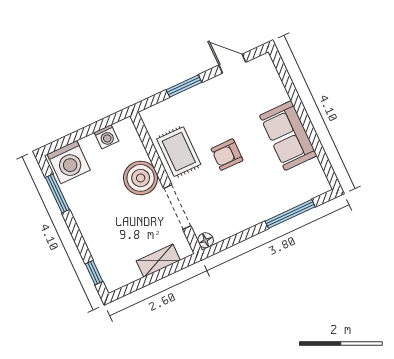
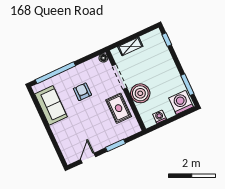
door: (232, 64) -> (88, 158), swing flipped
sofa: (288, 136) -> (51, 105), moved
armchair: (227, 155) -> (82, 92), moved, turned -90
window: (290, 214) -> (55, 73), width x1.46

